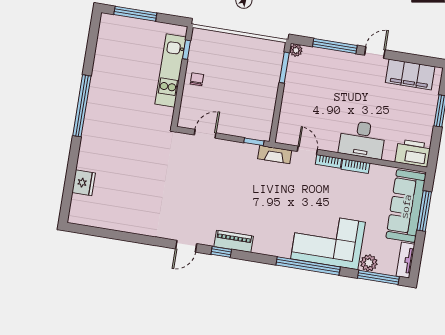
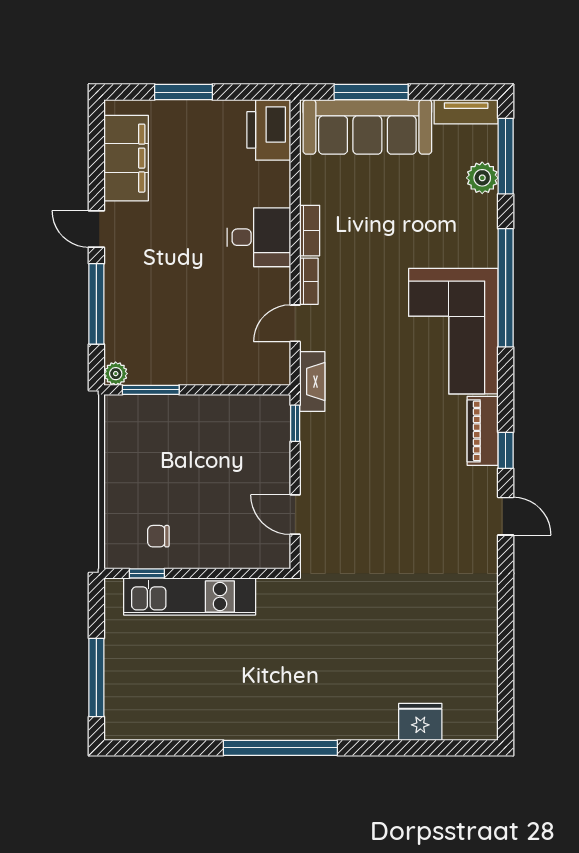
chair: (197, 79) -> (158, 536), moved
desk: (362, 139) -> (259, 237), width x0.73
corner sofa: (328, 241) -> (453, 331), moved

